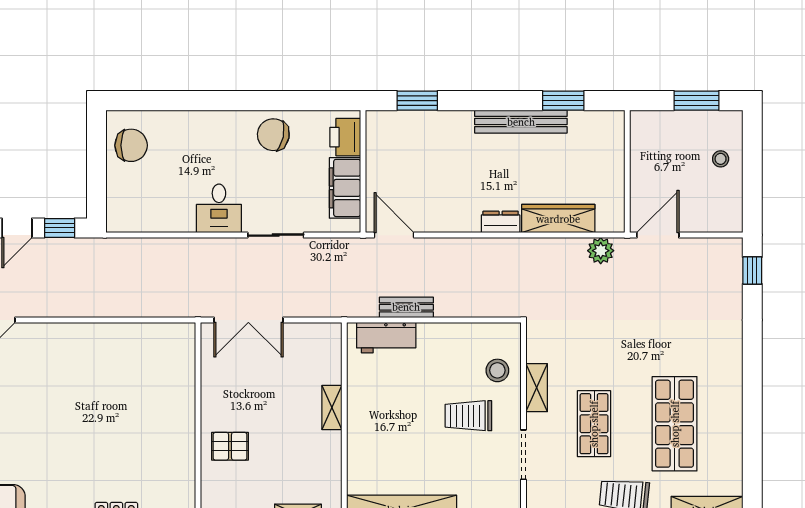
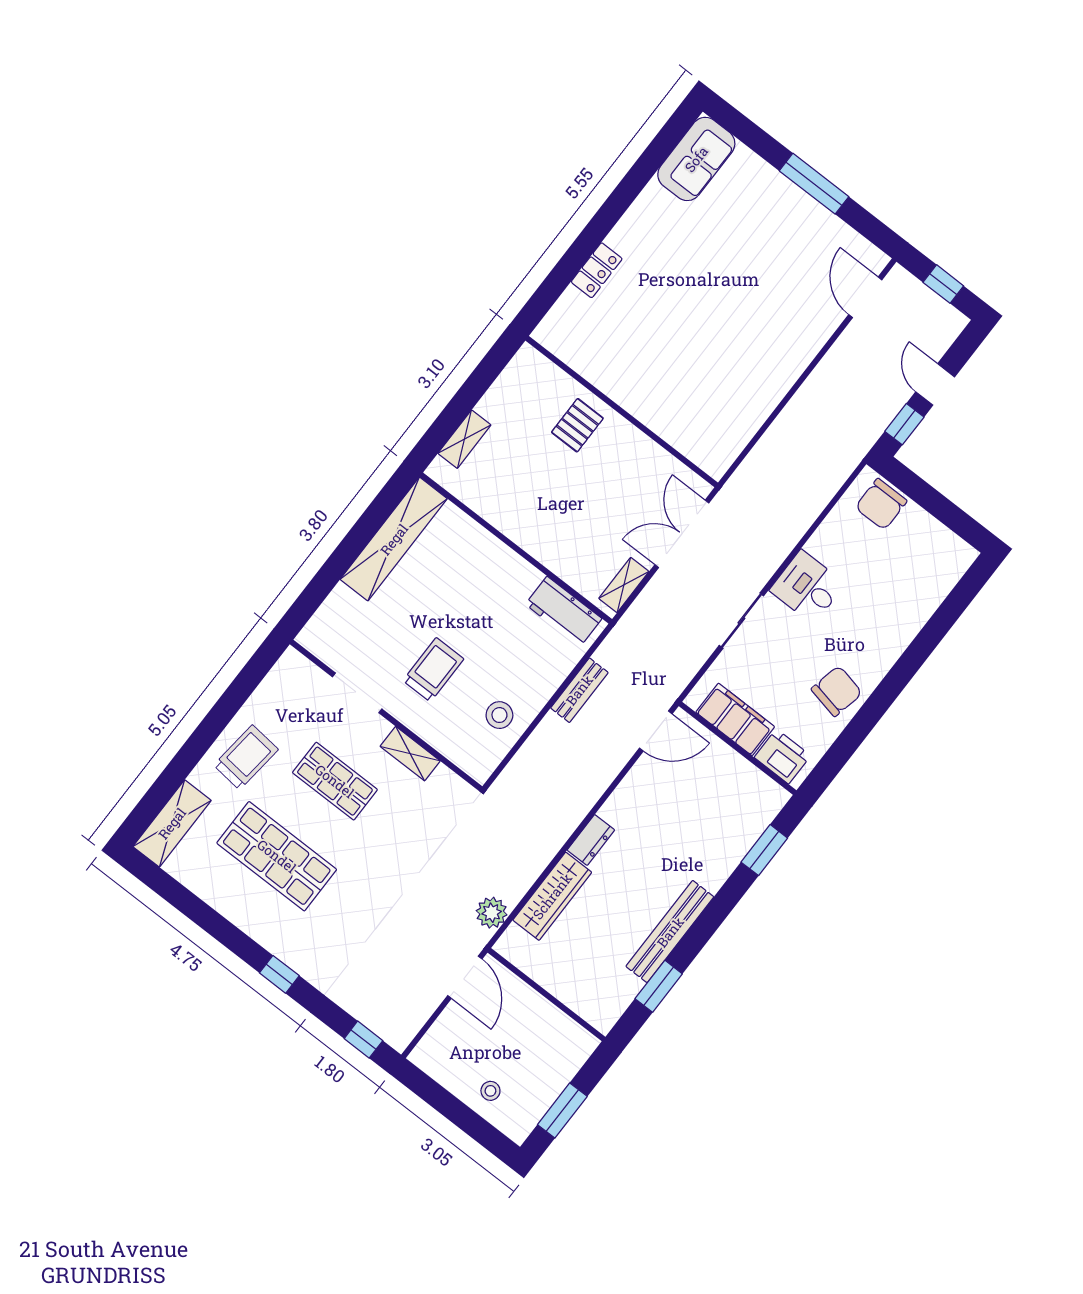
chair: (131, 145) -> (881, 504), moved
workbench: (386, 338) -> (564, 611), moved, turned -90
window: (752, 361) -> (279, 974), added
stool: (497, 370) -> (499, 715), moved
shelving: (332, 408) -> (624, 585), moved, turned 90

